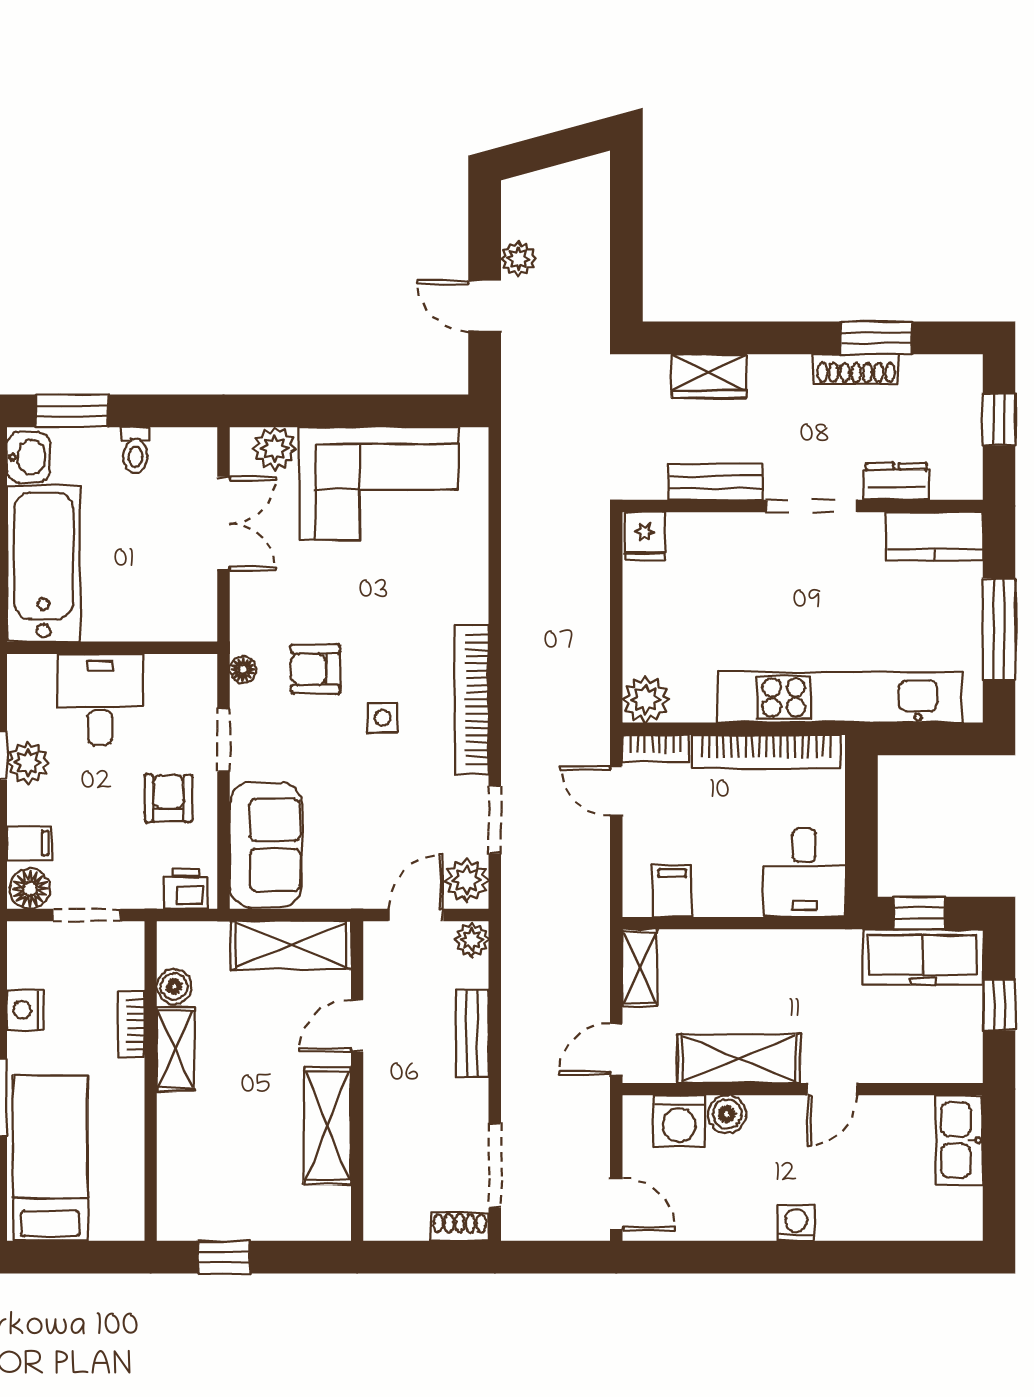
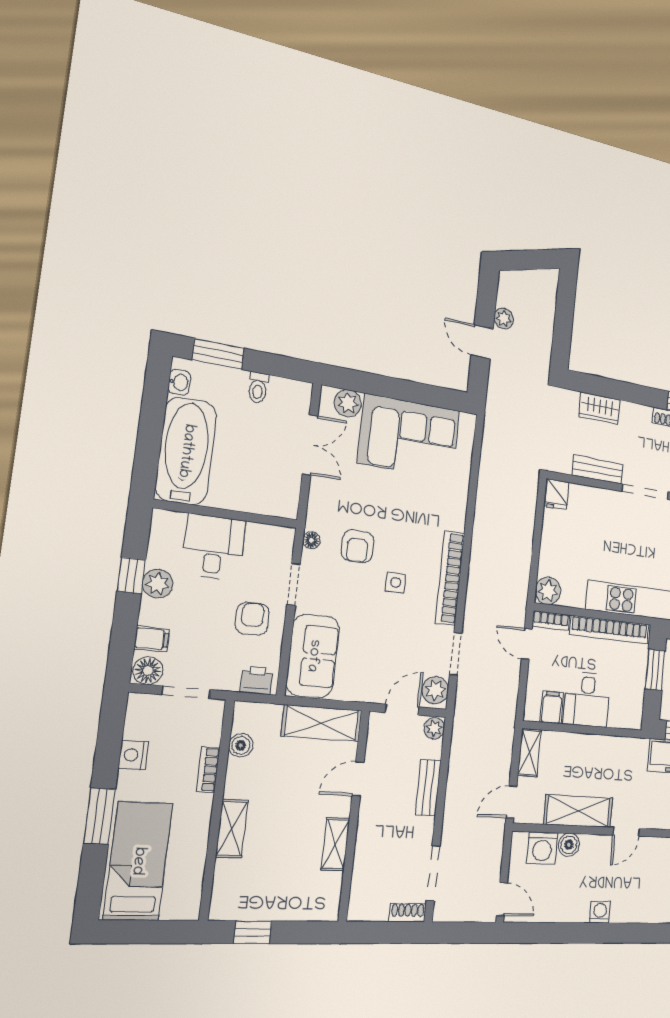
washbasin: (28, 457) -> (179, 382), width x0.72, depth x0.69
armchair: (315, 669) -> (358, 546), turned -90
window: (861, 811) -> (655, 670), added
desk: (804, 873) -> (587, 699), moved
shelving: (176, 1049) -> (232, 828), moved
shelving: (327, 1126) -> (336, 844), width x0.67, depth x0.75

